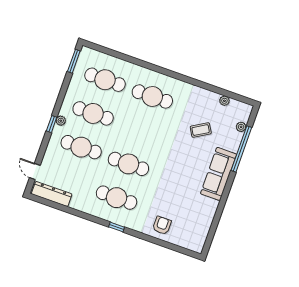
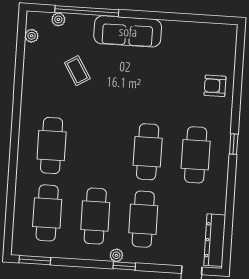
plant: (224, 101) -> (32, 36), moved

